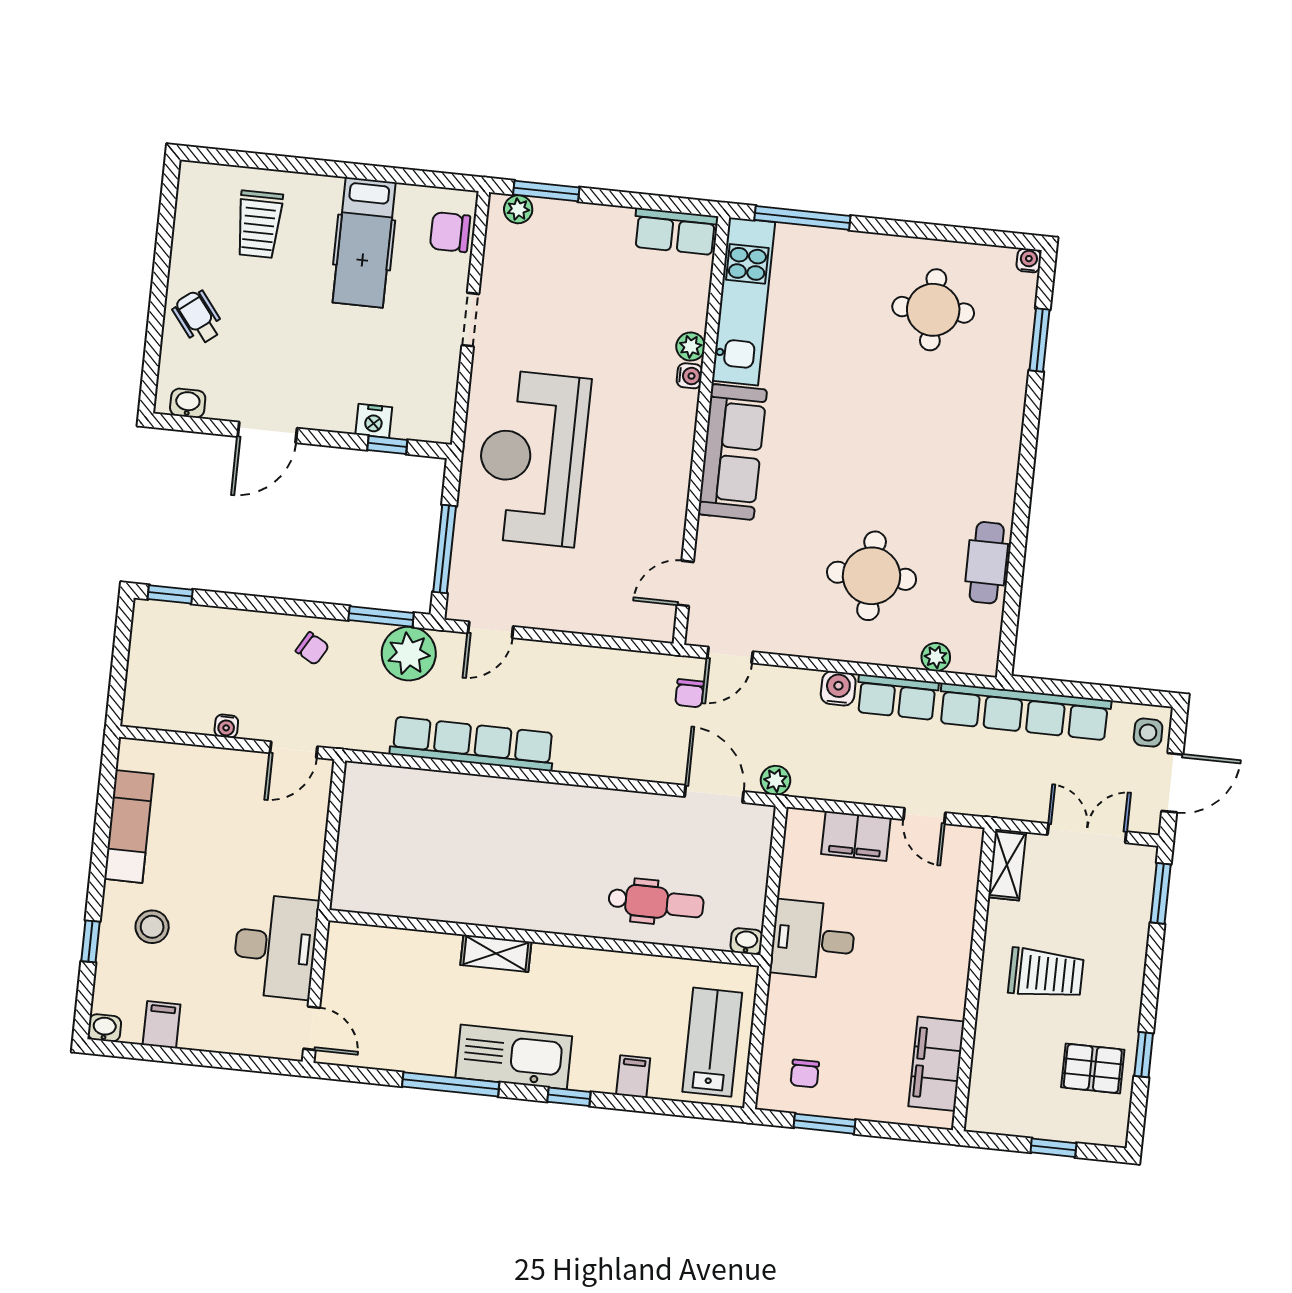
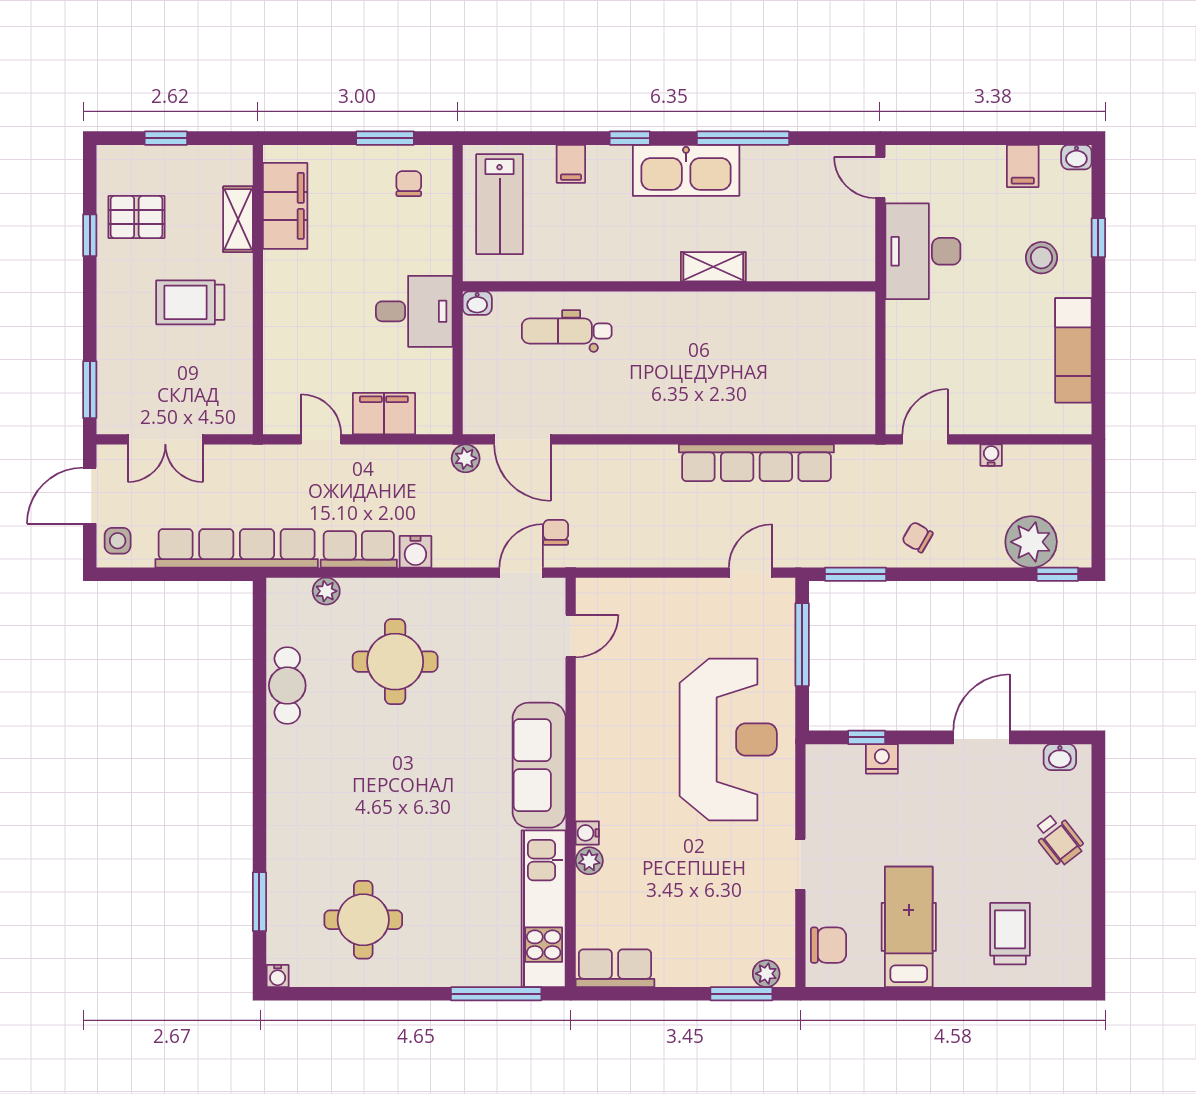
plant: (409, 654) -> (1031, 542), moved
shelving: (1007, 865) -> (238, 219), moved

